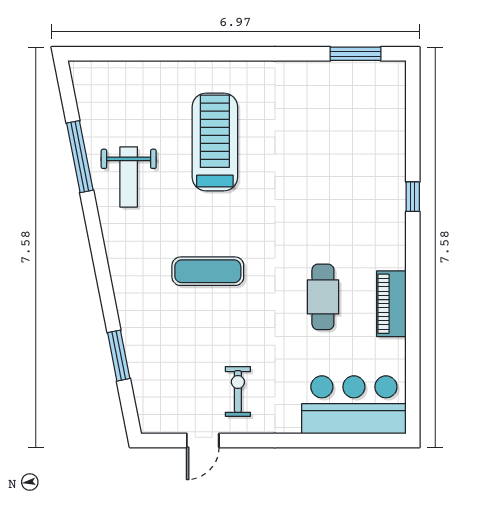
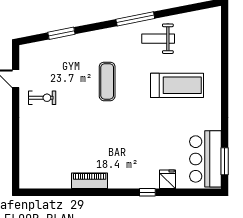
window: (80, 157) -> (135, 19), moved
fridge: (389, 160) -> (167, 179), added
cafe table: (323, 297) -> (93, 144), removed
bar counter: (354, 405) -> (205, 159), moved, turned 180

